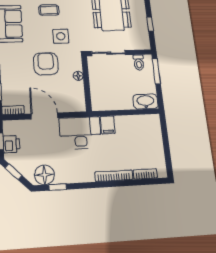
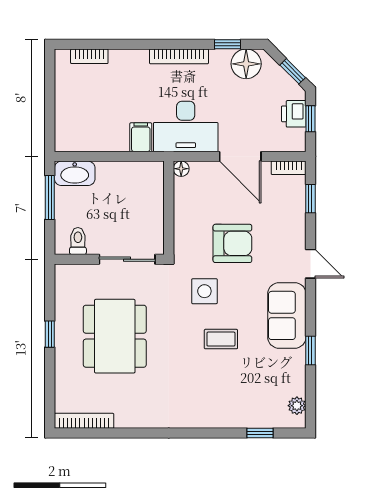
window: (150, 24) -> (50, 334), moved
armchair: (46, 64) -> (232, 243), turned -90
window: (156, 71) -> (50, 197), moved
floor lamp: (78, 76) -> (181, 169), moved
bookcase: (114, 176) -> (179, 56), moved

